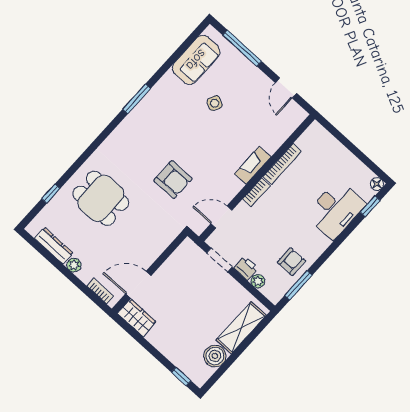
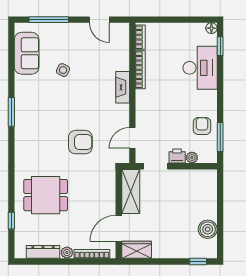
bookcase: (256, 192) -> (140, 37), moved
bookcase: (100, 291) -> (92, 254), width x1.56
shelving: (241, 328) -> (131, 192), moved

